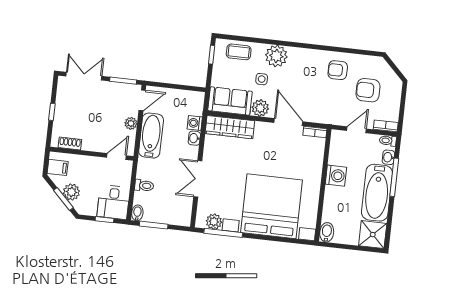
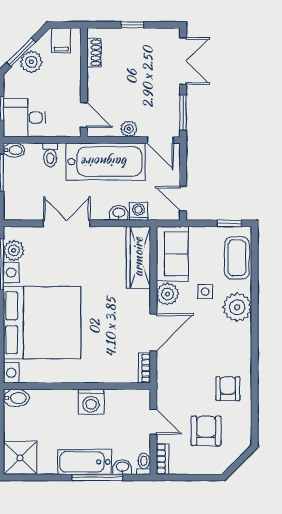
coffee table: (239, 52) -> (237, 258), width x1.36, depth x1.30
door: (189, 88) -> (183, 199), added
bathtub: (151, 136) -> (105, 162), width x1.36, depth x1.36
bathtub: (377, 193) -> (85, 462), width x0.73, depth x0.73

